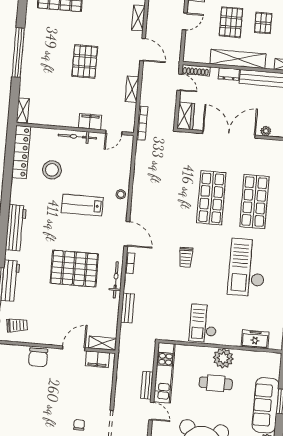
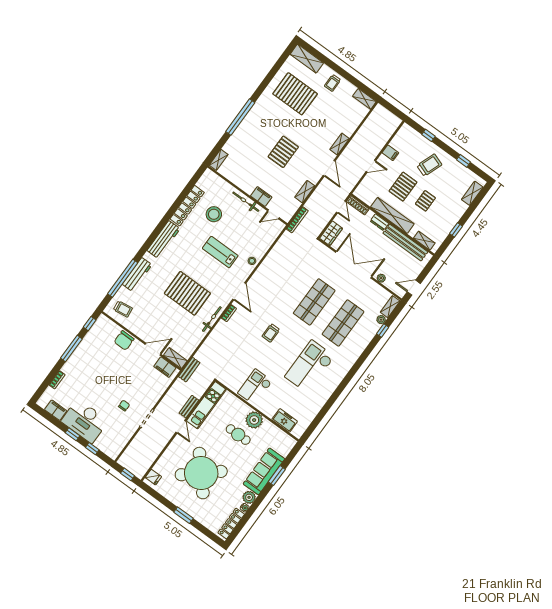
locker: (21, 152) -> (187, 206), moved
bench: (127, 308) -> (189, 370), moved

